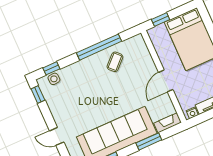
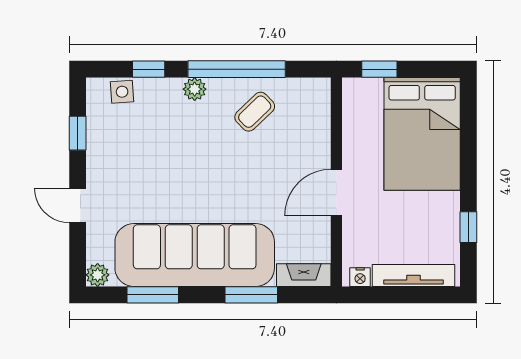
plant: (85, 64) -> (195, 89), added
window: (51, 68) -> (149, 69), moved
window: (38, 94) -> (78, 133), moved

